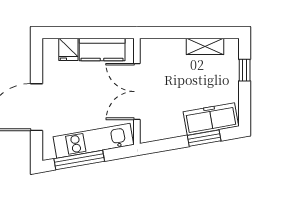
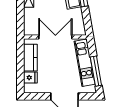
double door: (137, 92) -> (55, 37), swing flipped

